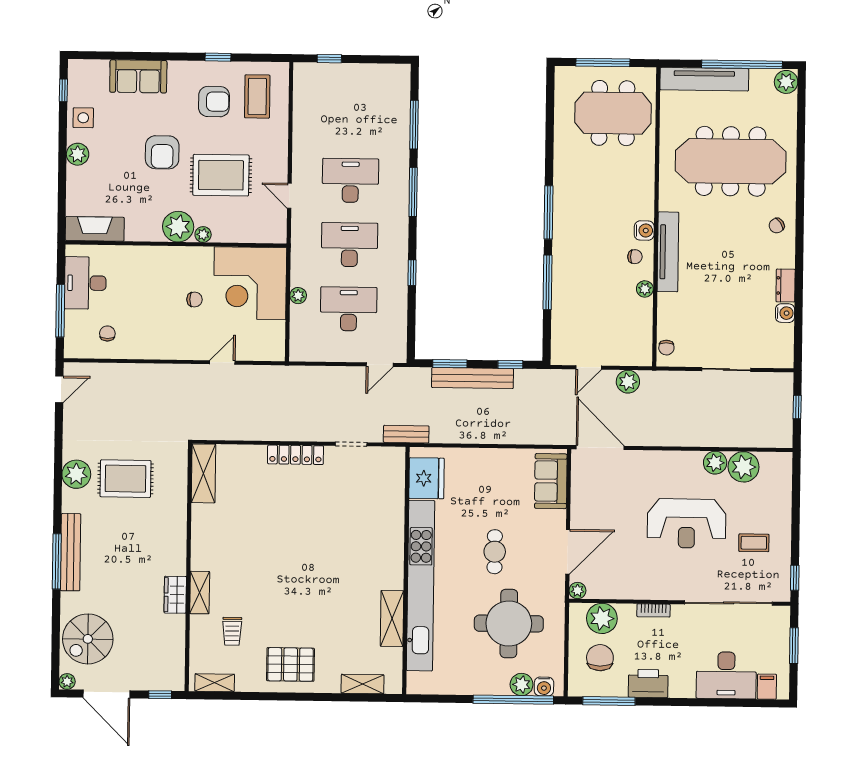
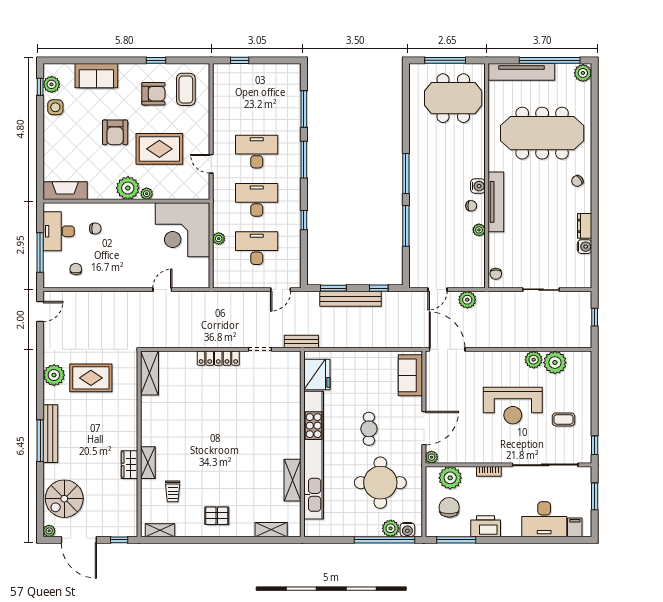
plant: (78, 154) -> (52, 84), moved
chair: (194, 300) -> (95, 229), moved
pallet: (290, 664) -> (217, 516), width x0.67, depth x0.71

